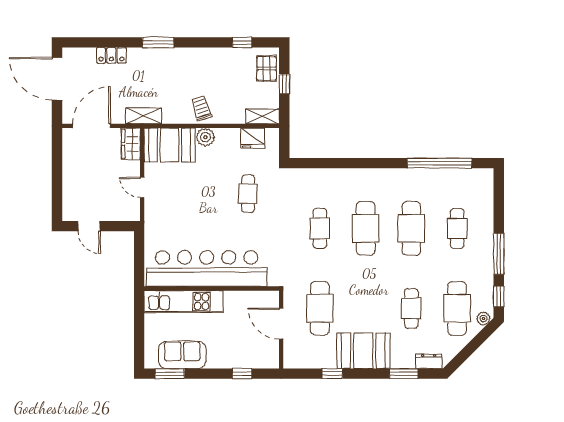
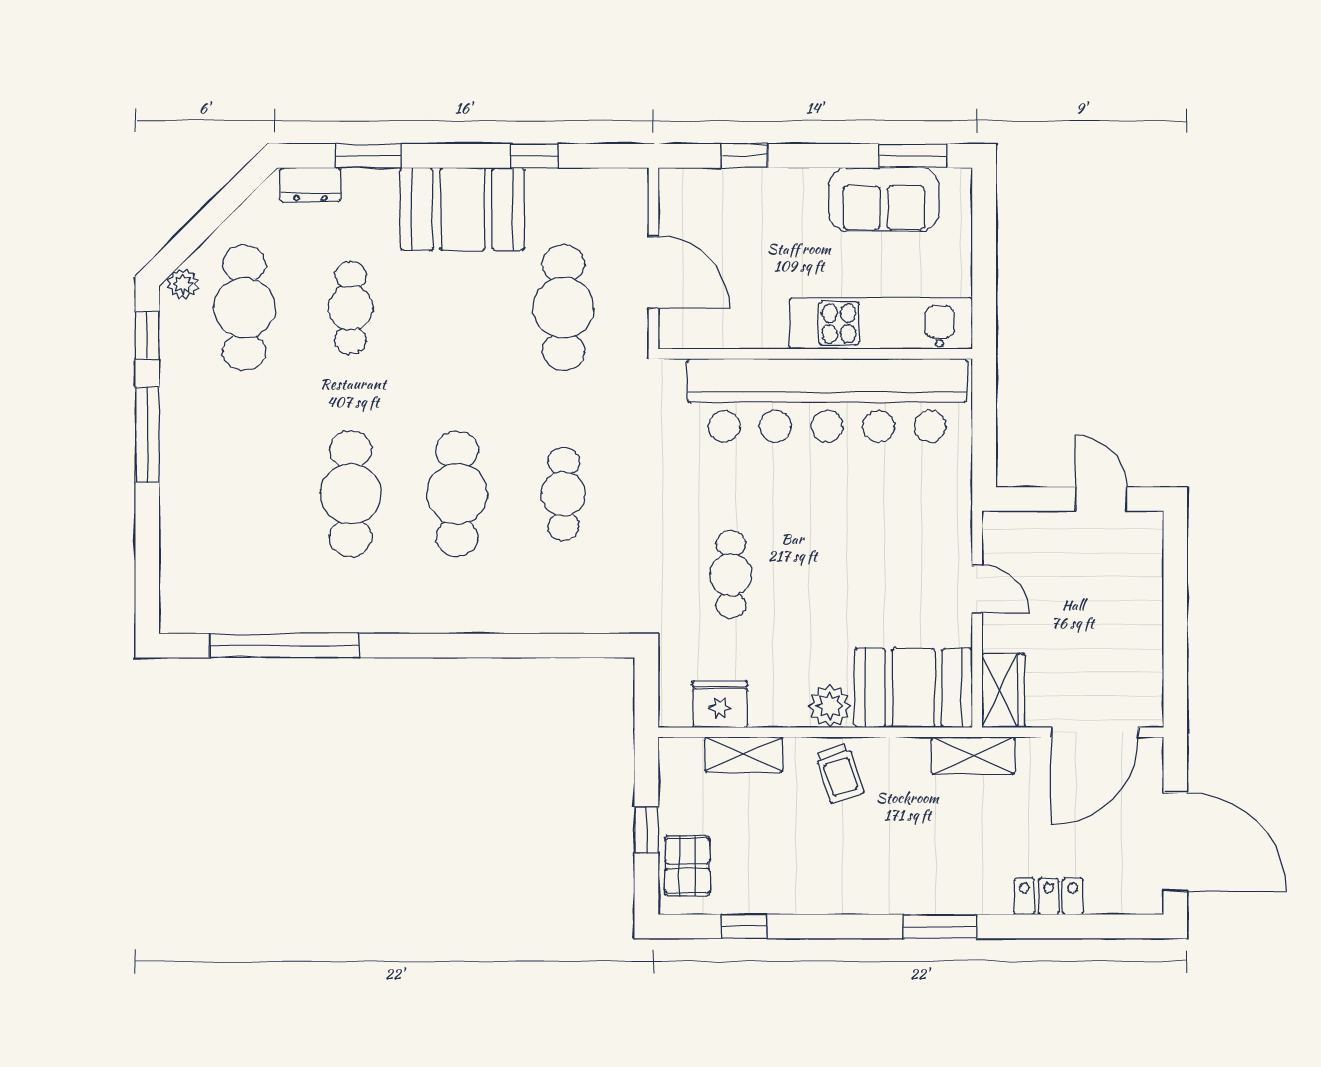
shelving: (262, 116) -> (744, 754), moved
cafe table: (457, 228) -> (244, 494), removed

